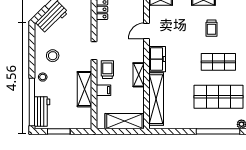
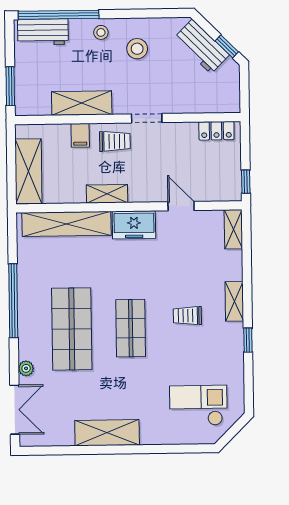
window: (59, 131) -> (10, 86), moved
window: (218, 131) -> (13, 301), moved

